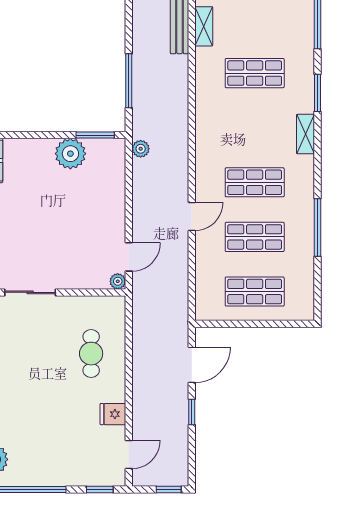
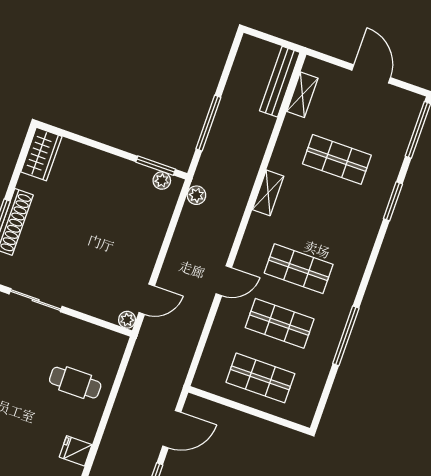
shelving: (305, 134) -> (268, 193), moved
plant: (70, 154) -> (162, 180), moved, width x0.53, depth x0.53
cafe table: (91, 354) -> (75, 383), turned 90

